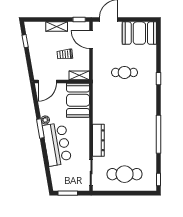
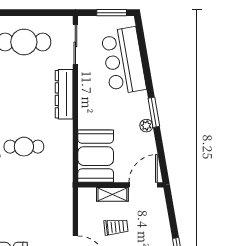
cafe table: (125, 72) -> (24, 147), moved
shelving: (79, 75) -> (112, 194), moved
bar counter: (57, 144) -> (124, 61), moved

